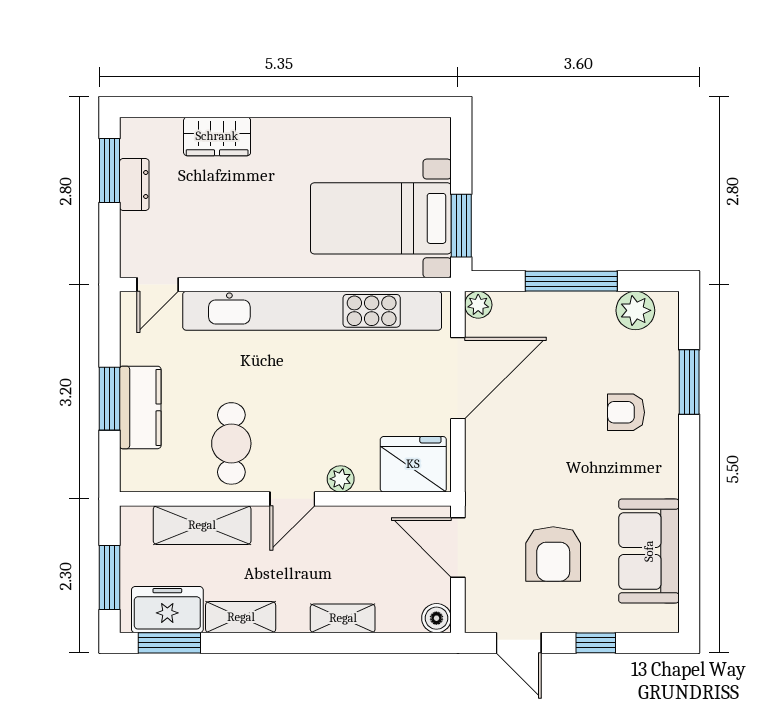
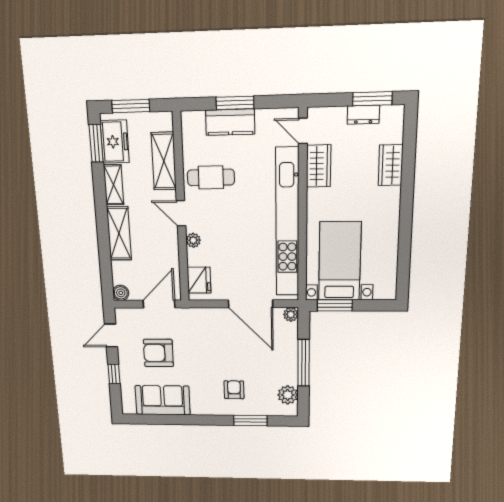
wardrobe: (216, 258) -> (319, 166), added
fridge: (413, 464) -> (199, 280), width x0.73, depth x0.75
shelving: (343, 618) -> (119, 233), width x1.50, depth x1.33

